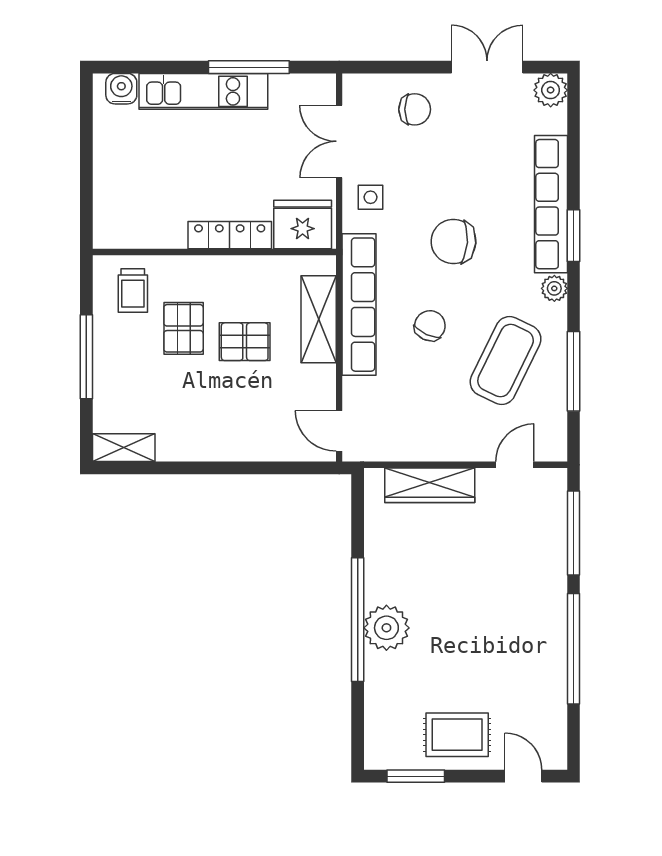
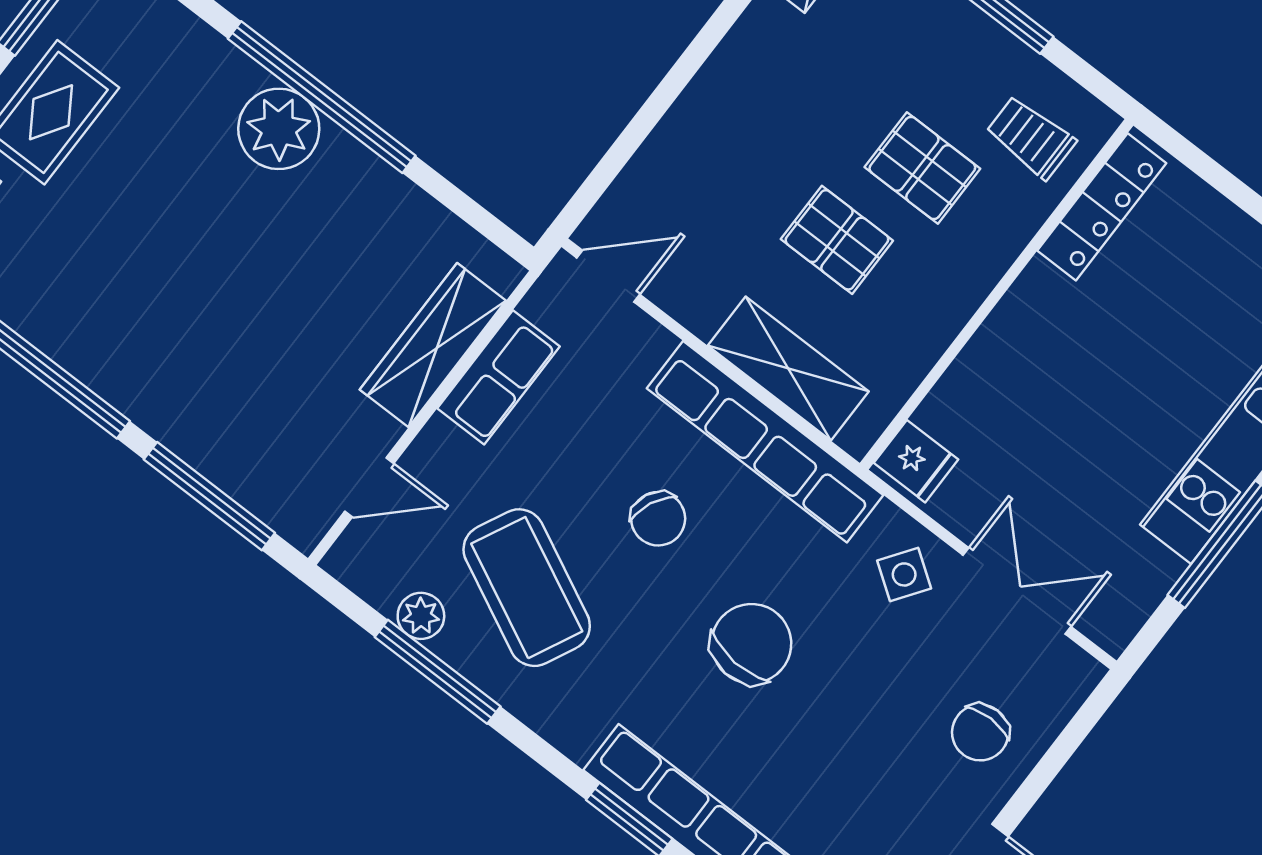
side table: (370, 197) -> (904, 574), turned 35
fridge: (303, 225) -> (916, 461), width x0.53, depth x0.75
locker: (230, 235) -> (1102, 207), moved
plant: (554, 288) -> (421, 616), moved
pallet: (245, 342) -> (837, 240), turned 90
row of seats: (422, 445) -> (498, 377), added
door: (515, 465) -> (369, 487), hinge flipped

